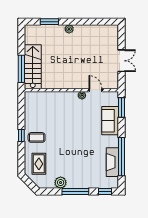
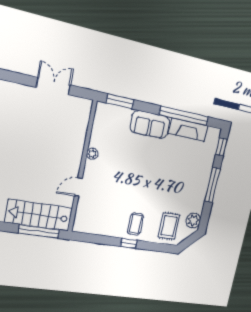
door: (95, 90) -> (78, 187), moved
sofa: (110, 121) -> (150, 125), moved
rug: (39, 164) -> (169, 226), turned 90
plant: (61, 183) -> (193, 221), moved

